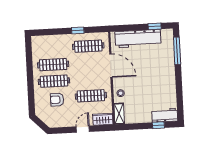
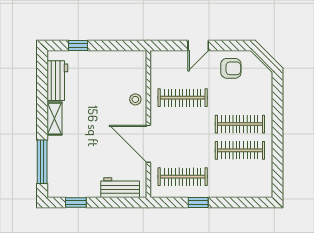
workbench: (138, 39) -> (120, 188), width x0.53, depth x0.76
armchair: (57, 100) -> (231, 68), moved
shelving: (119, 114) -> (54, 119), moved
workbench: (165, 115) -> (57, 81), moved, turned -90
wardrobe: (103, 119) -> (166, 60), removed

